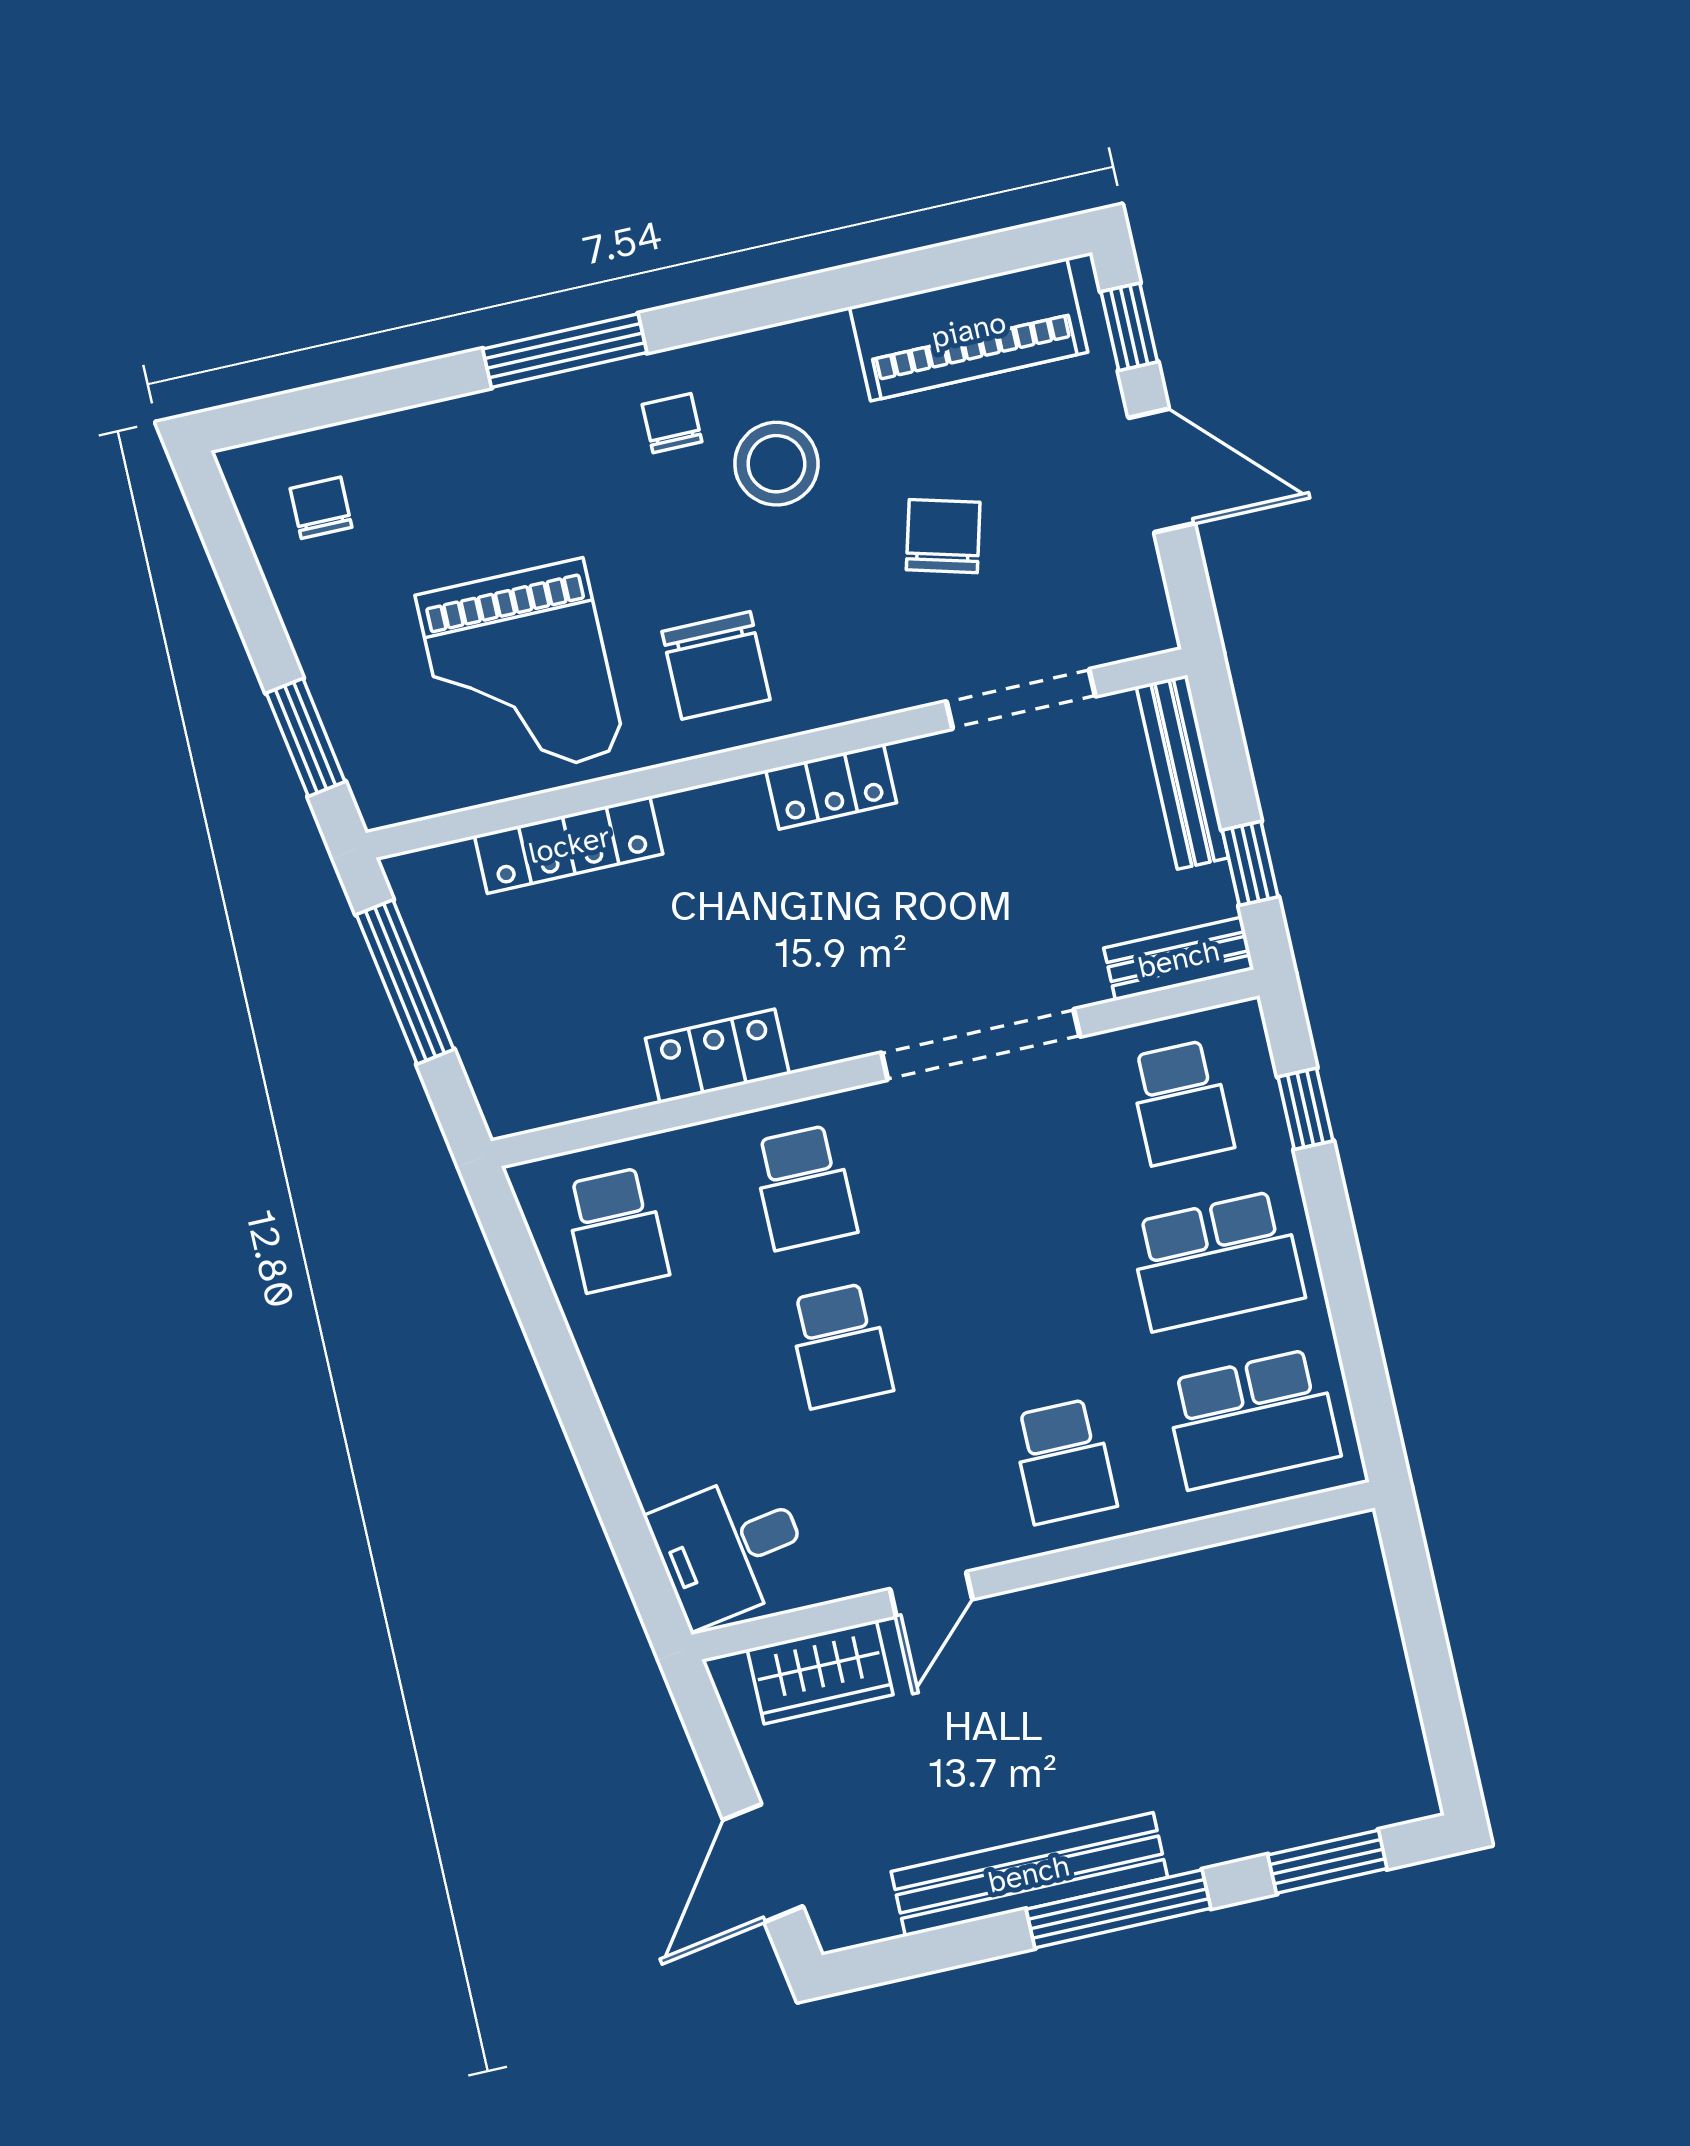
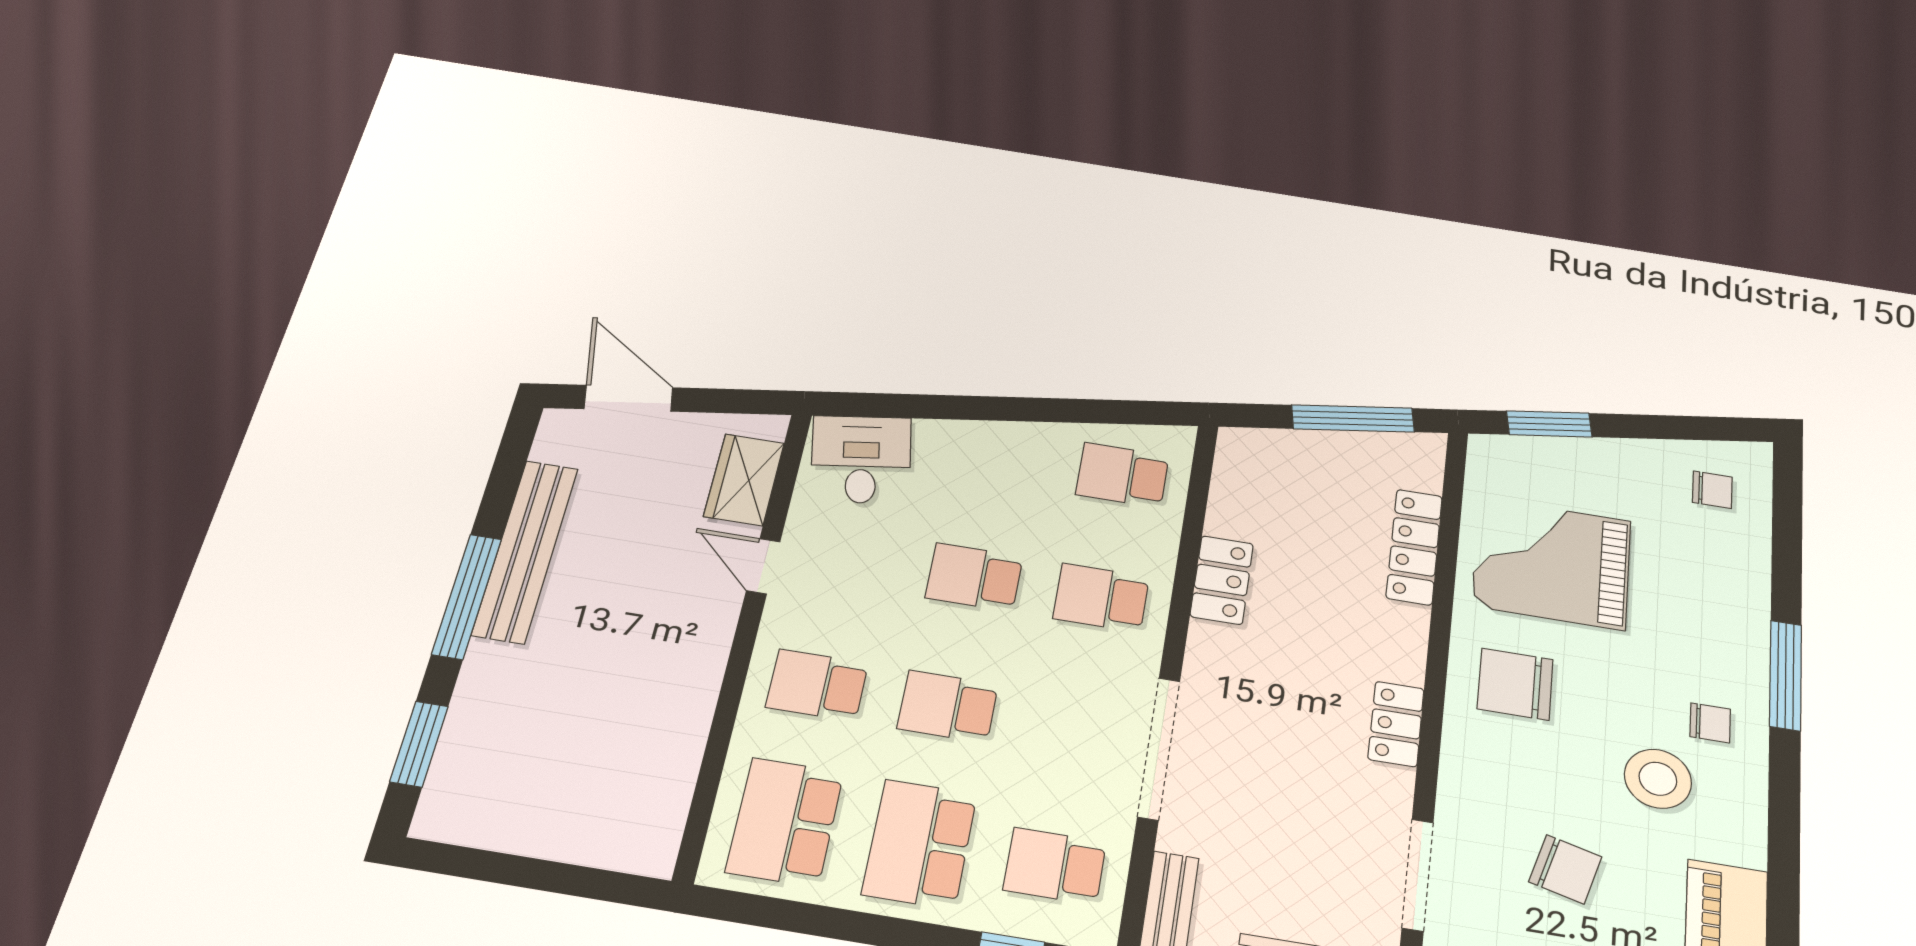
school desk: (1028, 1303) -> (948, 706), added

